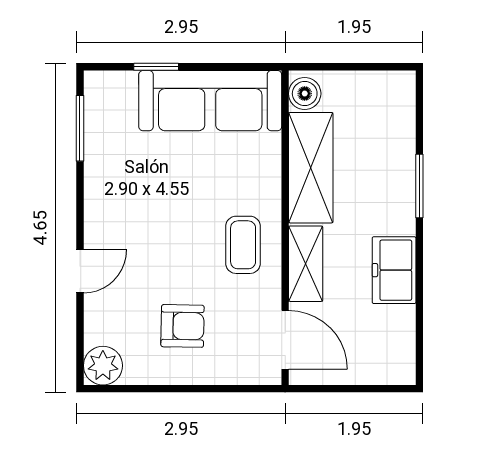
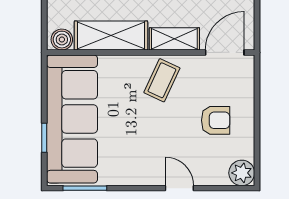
sofa: (210, 101) -> (72, 119), width x1.36, depth x1.27
coffee table: (243, 245) -> (162, 80), turned -65
armchair: (182, 326) -> (216, 120), turned 89

